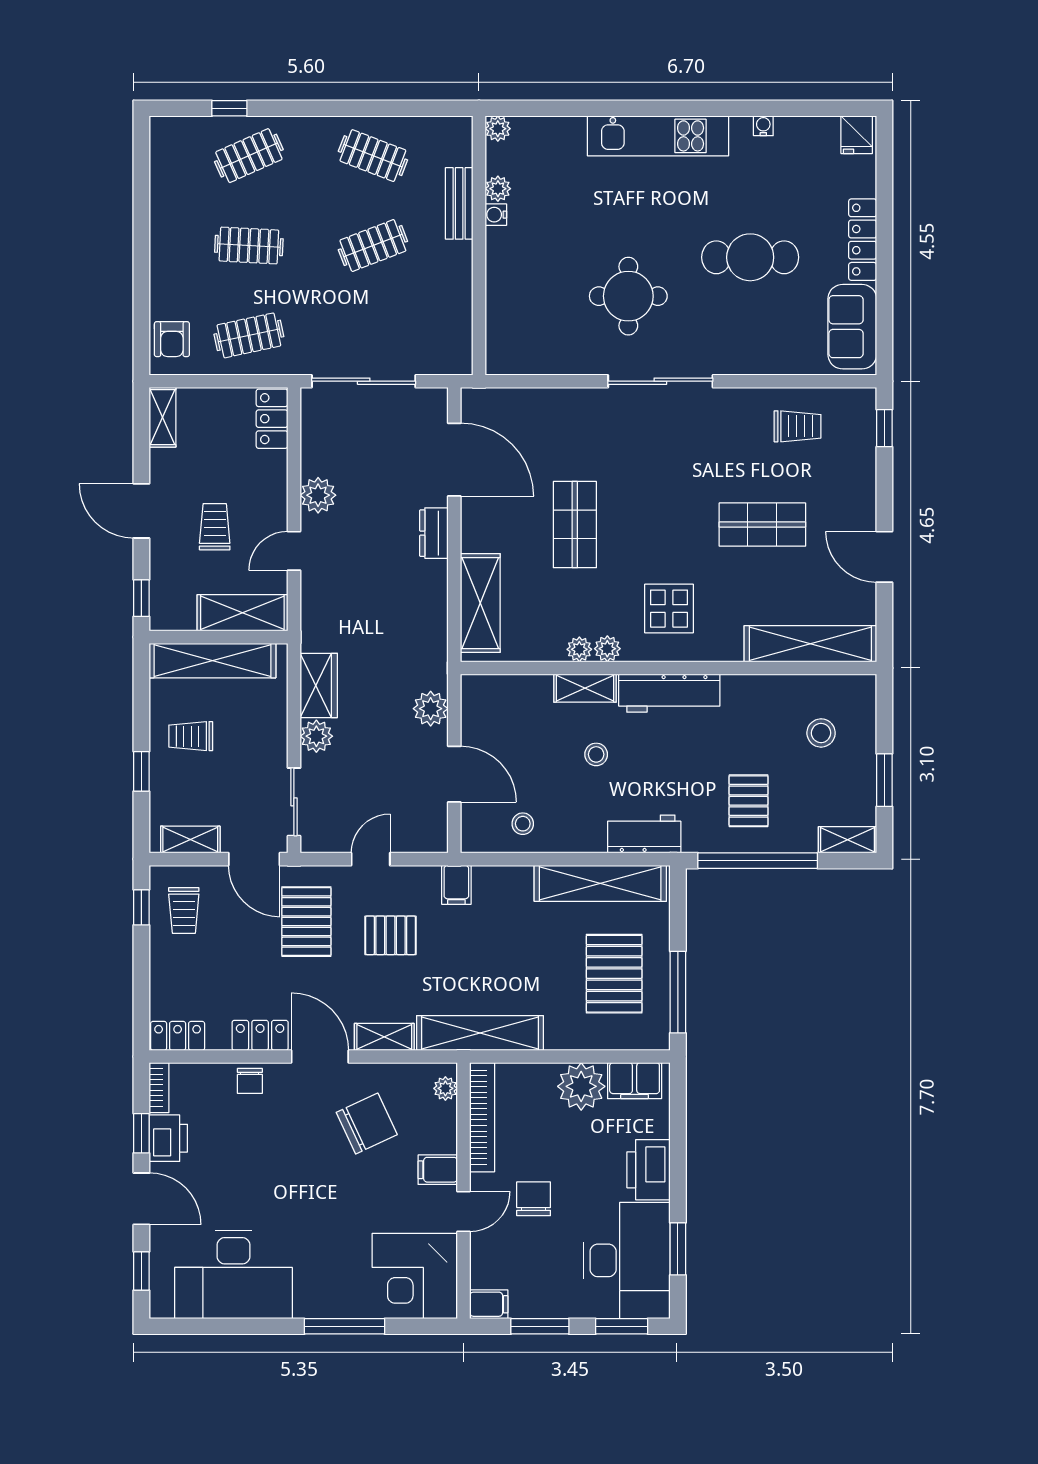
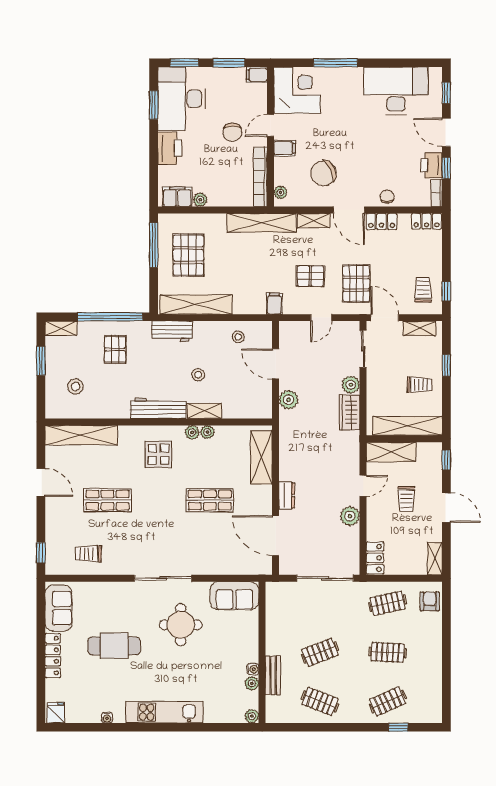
sofa: (530, 349) -> (234, 596), added
shop shelf: (575, 525) -> (210, 500), turned 90
plant: (581, 1086) -> (200, 200), width x0.53, depth x0.53

